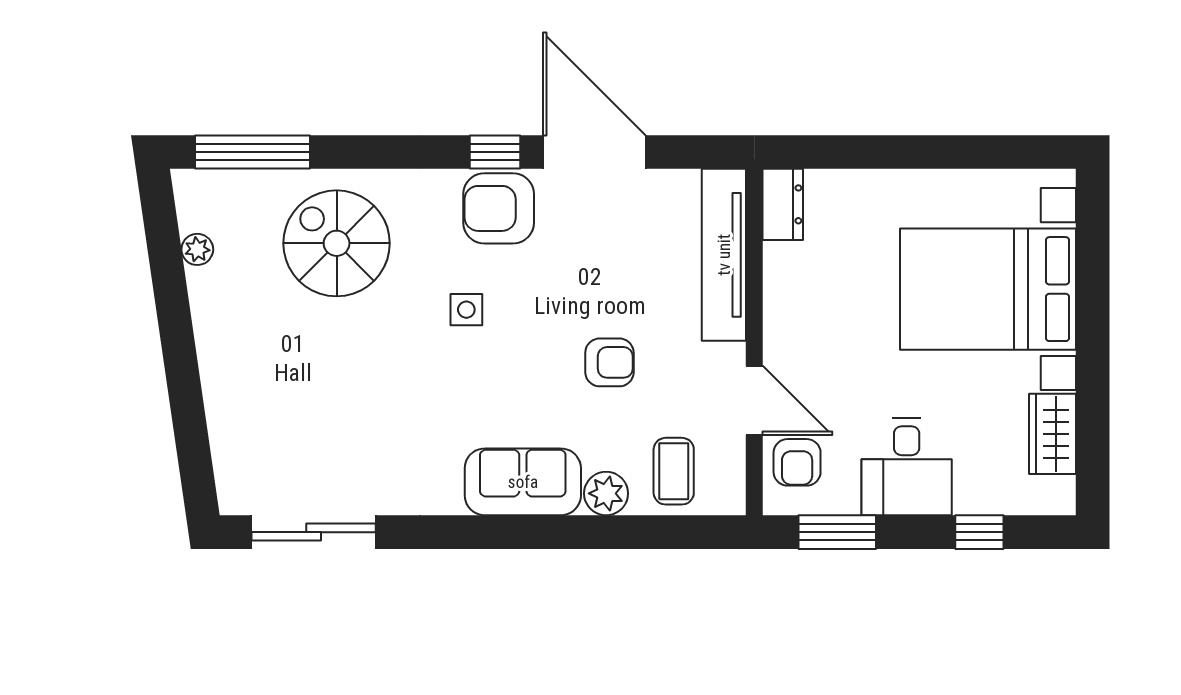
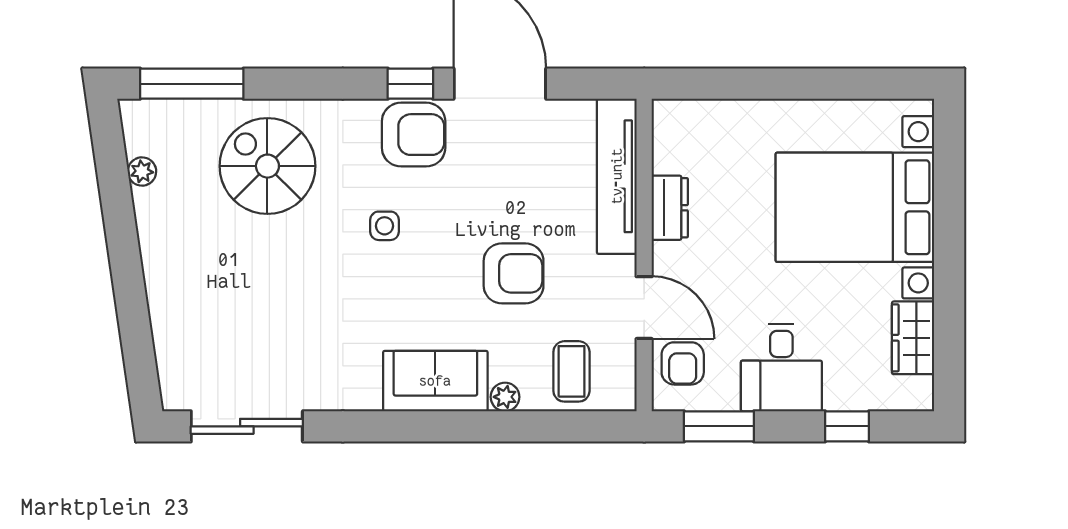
dresser: (783, 204) -> (670, 208), moved
armchair: (499, 208) -> (414, 135), turned 180
armchair: (609, 362) -> (514, 273), width x1.38, depth x1.38
plant: (606, 493) -> (505, 397), width x0.73, depth x0.73

